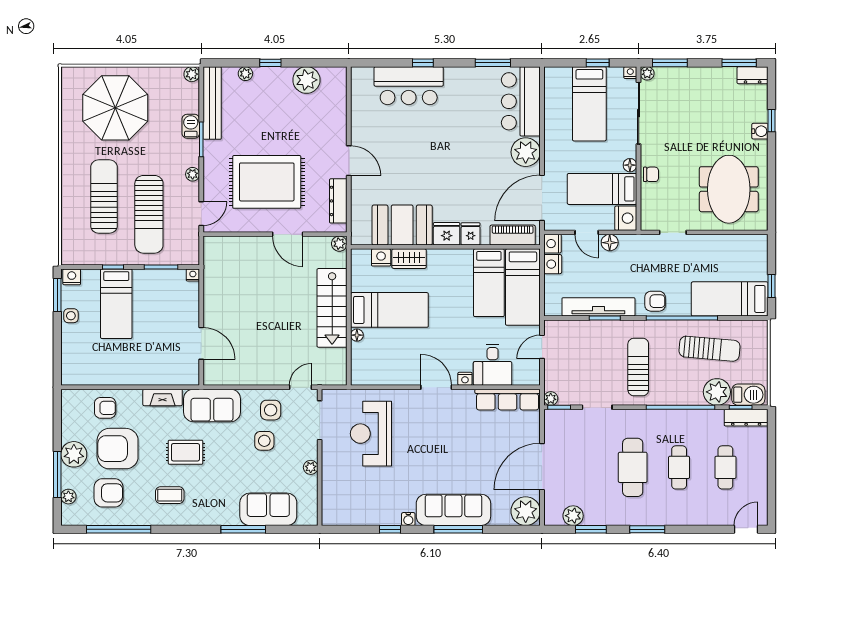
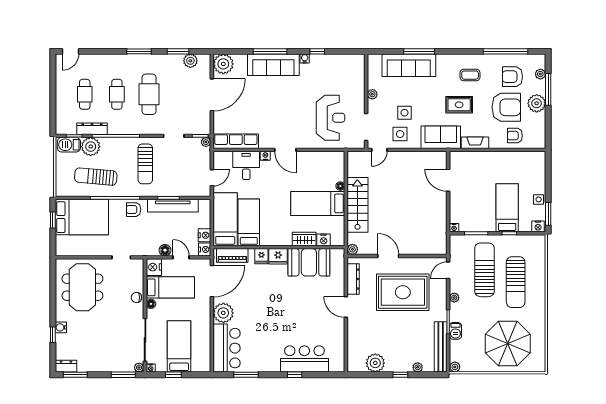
bed: (730, 299) -> (82, 217), width x1.50
dresser: (746, 418) -> (92, 129), moved
sofa: (268, 509) -> (409, 65), width x1.36

